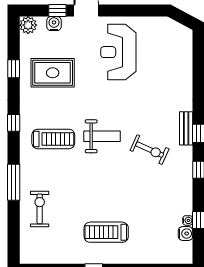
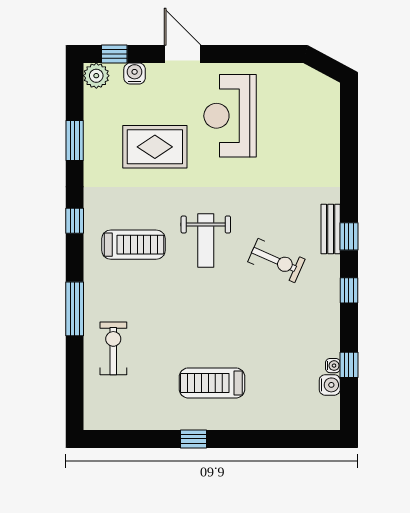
window: (57, 10) -> (114, 54), moved
window: (14, 69) -> (75, 141), width x1.50
rug: (53, 73) -> (155, 147), moved
weight bench: (102, 136) -> (206, 241), turned 90

